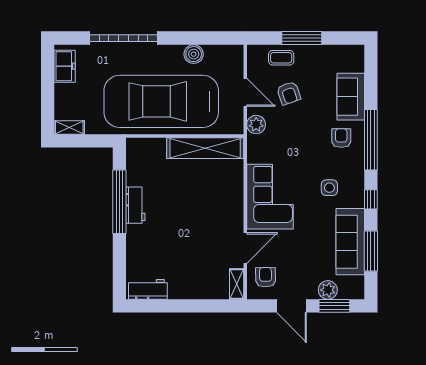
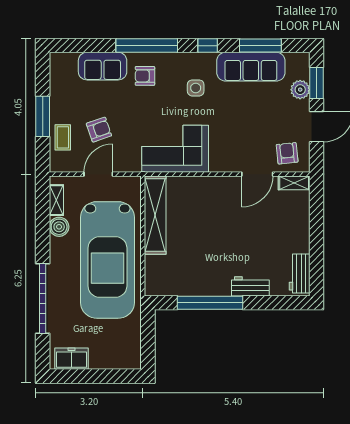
plant: (256, 125) -> (131, 163), removed
shelving: (69, 128) -> (56, 200), moved
corner sofa: (270, 197) -> (175, 149), moved
workbench: (135, 205) -> (250, 286), moved
door: (245, 248) -> (257, 174), swing flipped
armchair: (266, 277) -> (287, 153), turned 85

